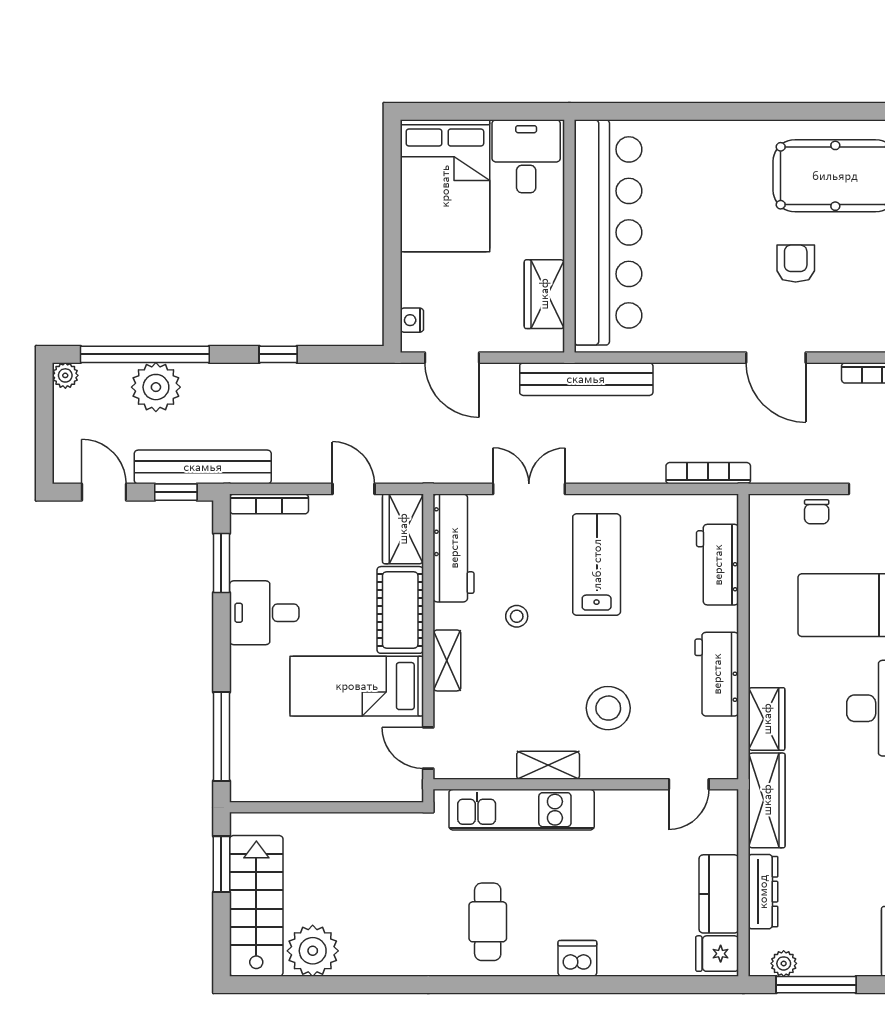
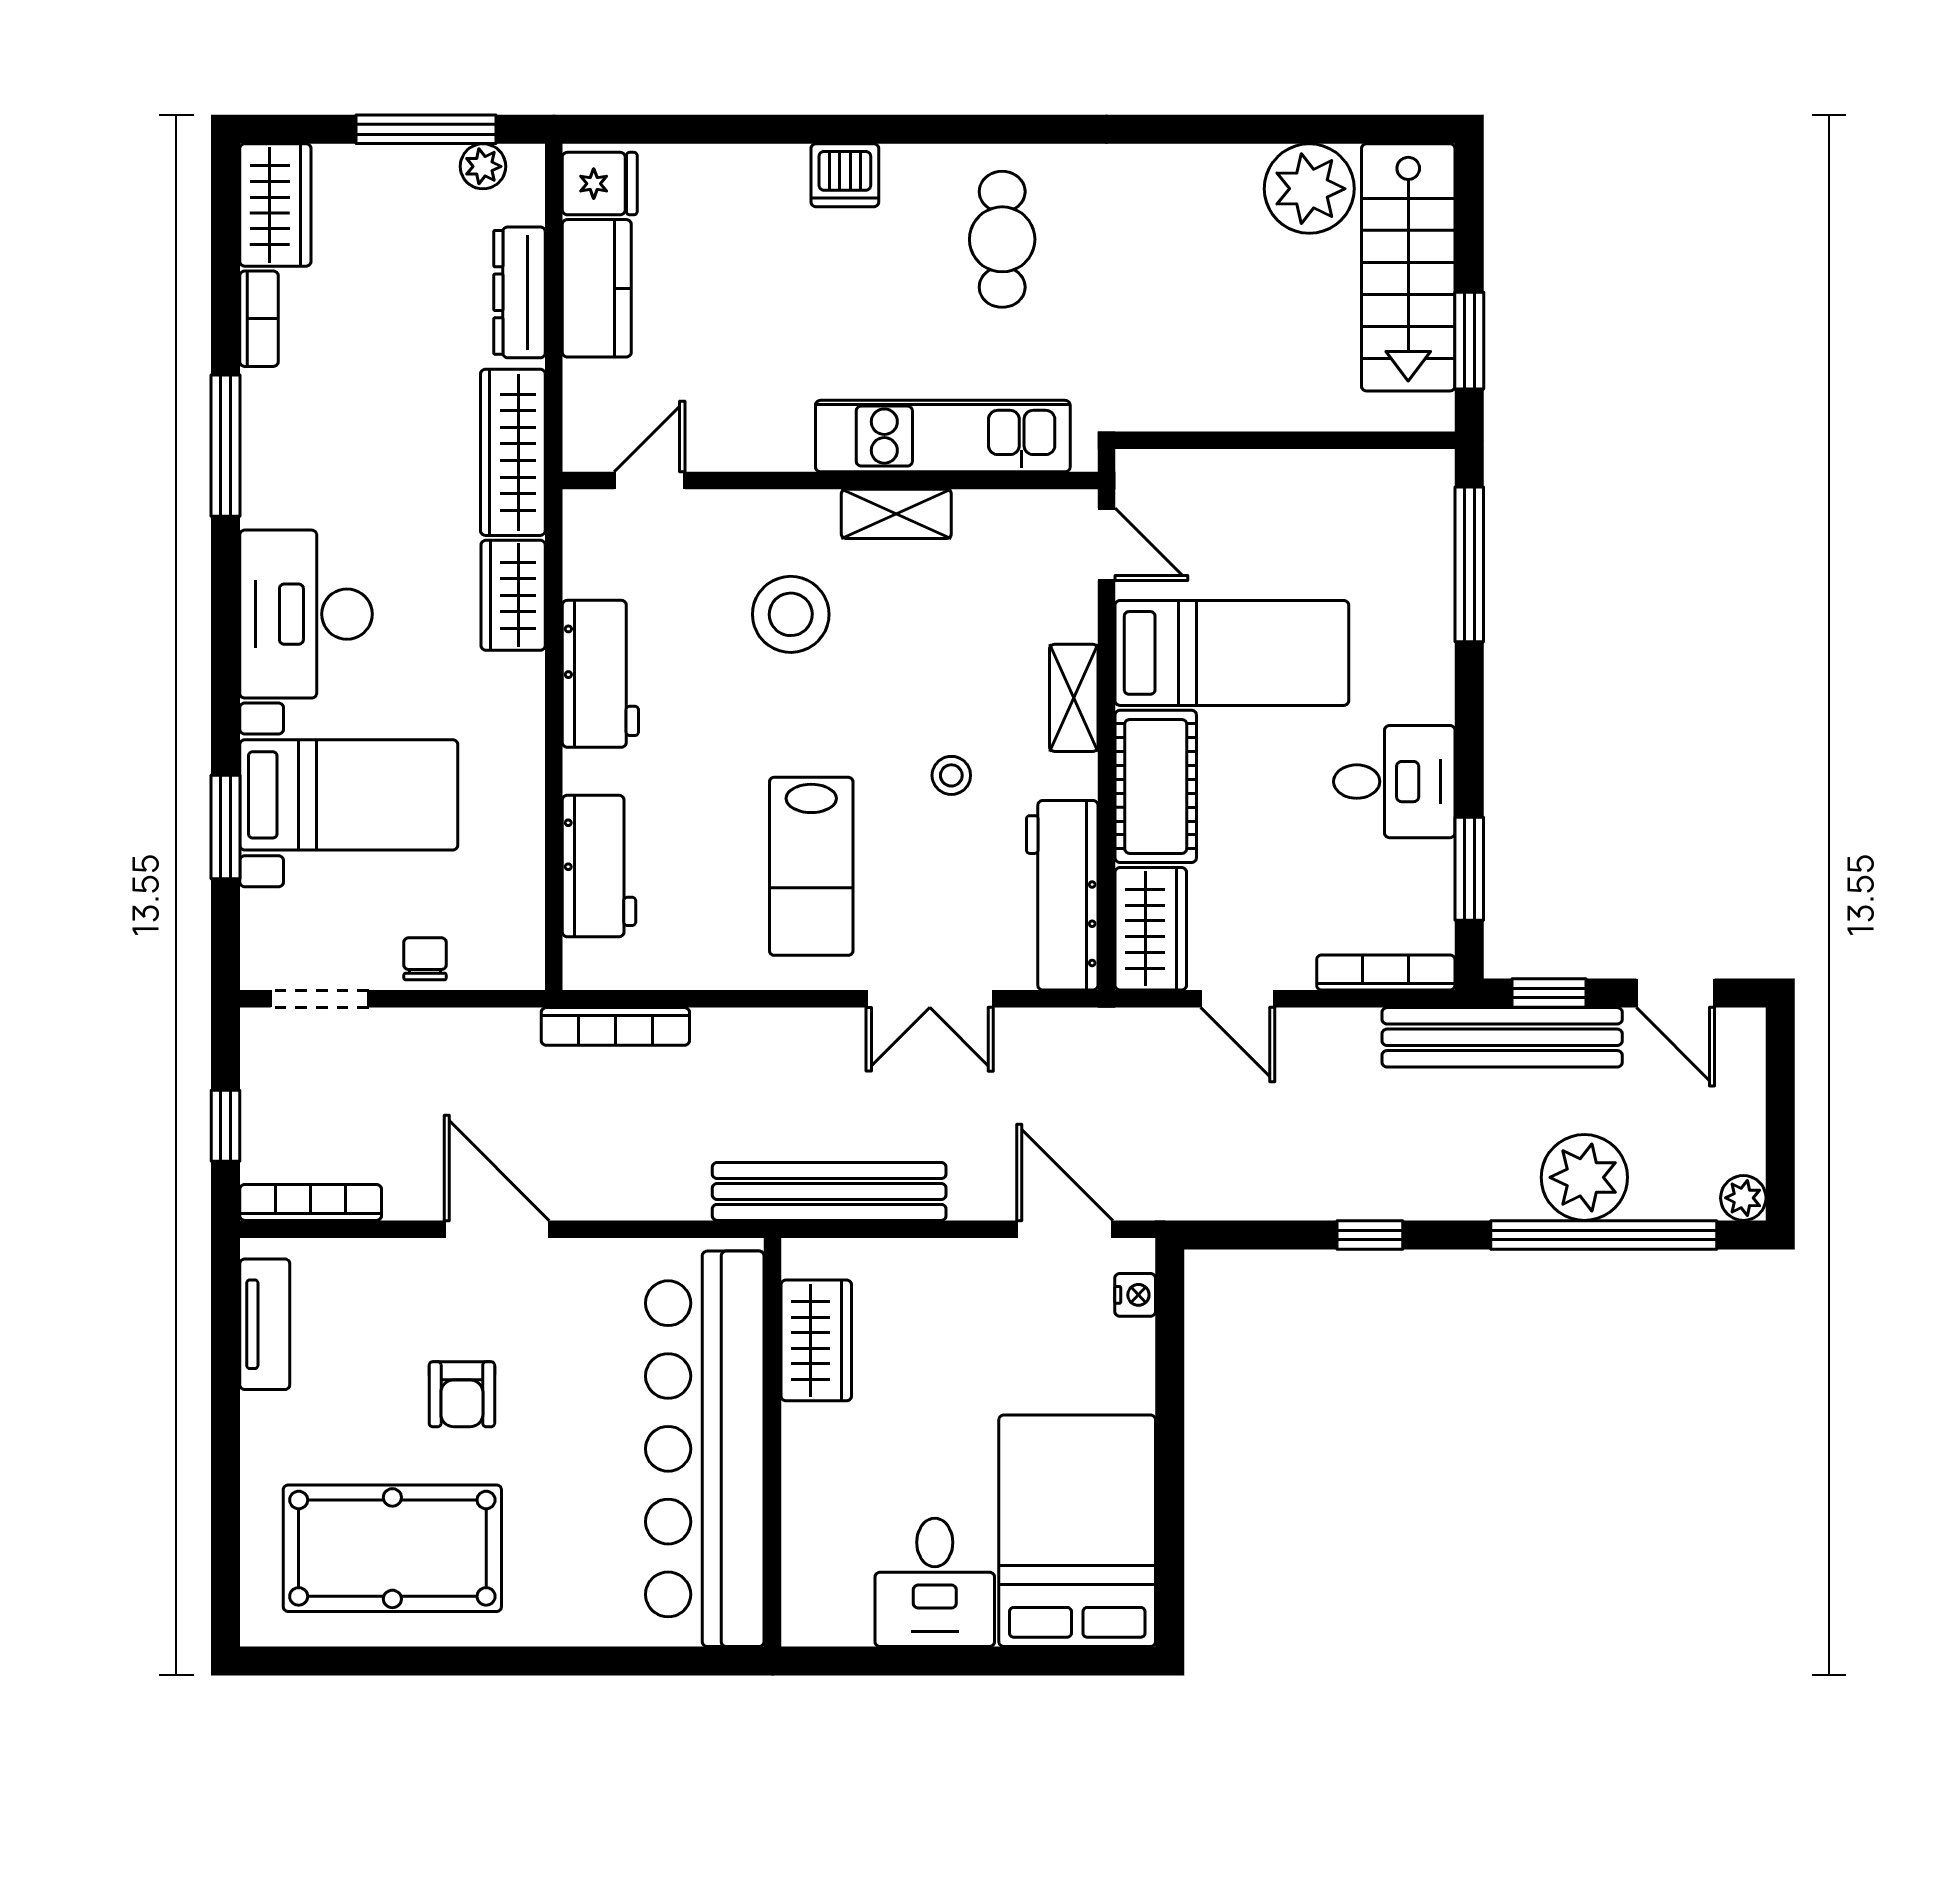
bar counter: (608, 232) -> (705, 1449), moved
wall: (569, 236) -> (773, 1442), moved
wardrobe: (544, 294) -> (816, 1340), moved

